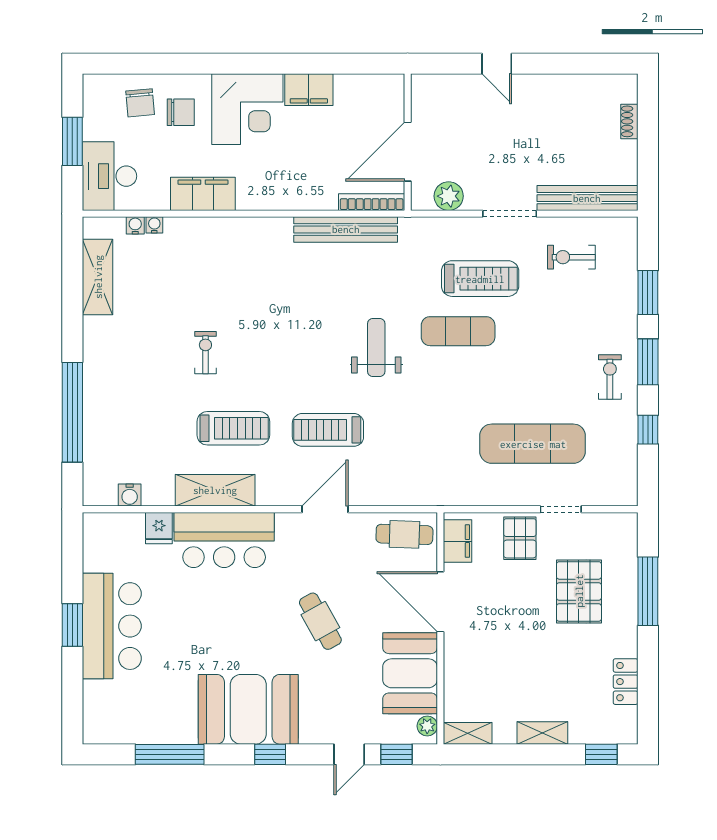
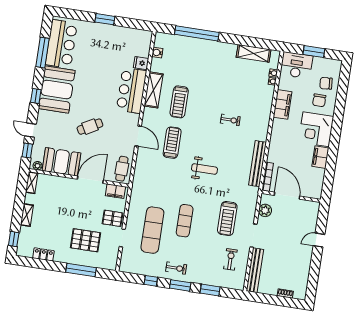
exercise mat: (458, 331) -> (185, 221), moved
exercise bike: (205, 353) -> (230, 120), moved
bar counter: (112, 626) -> (61, 44), moved, turned -90

